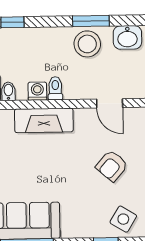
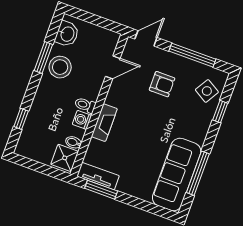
fireplace: (44, 120) -> (104, 123), width x0.73, depth x0.76
armchair: (112, 166) -> (162, 84), turned -41

